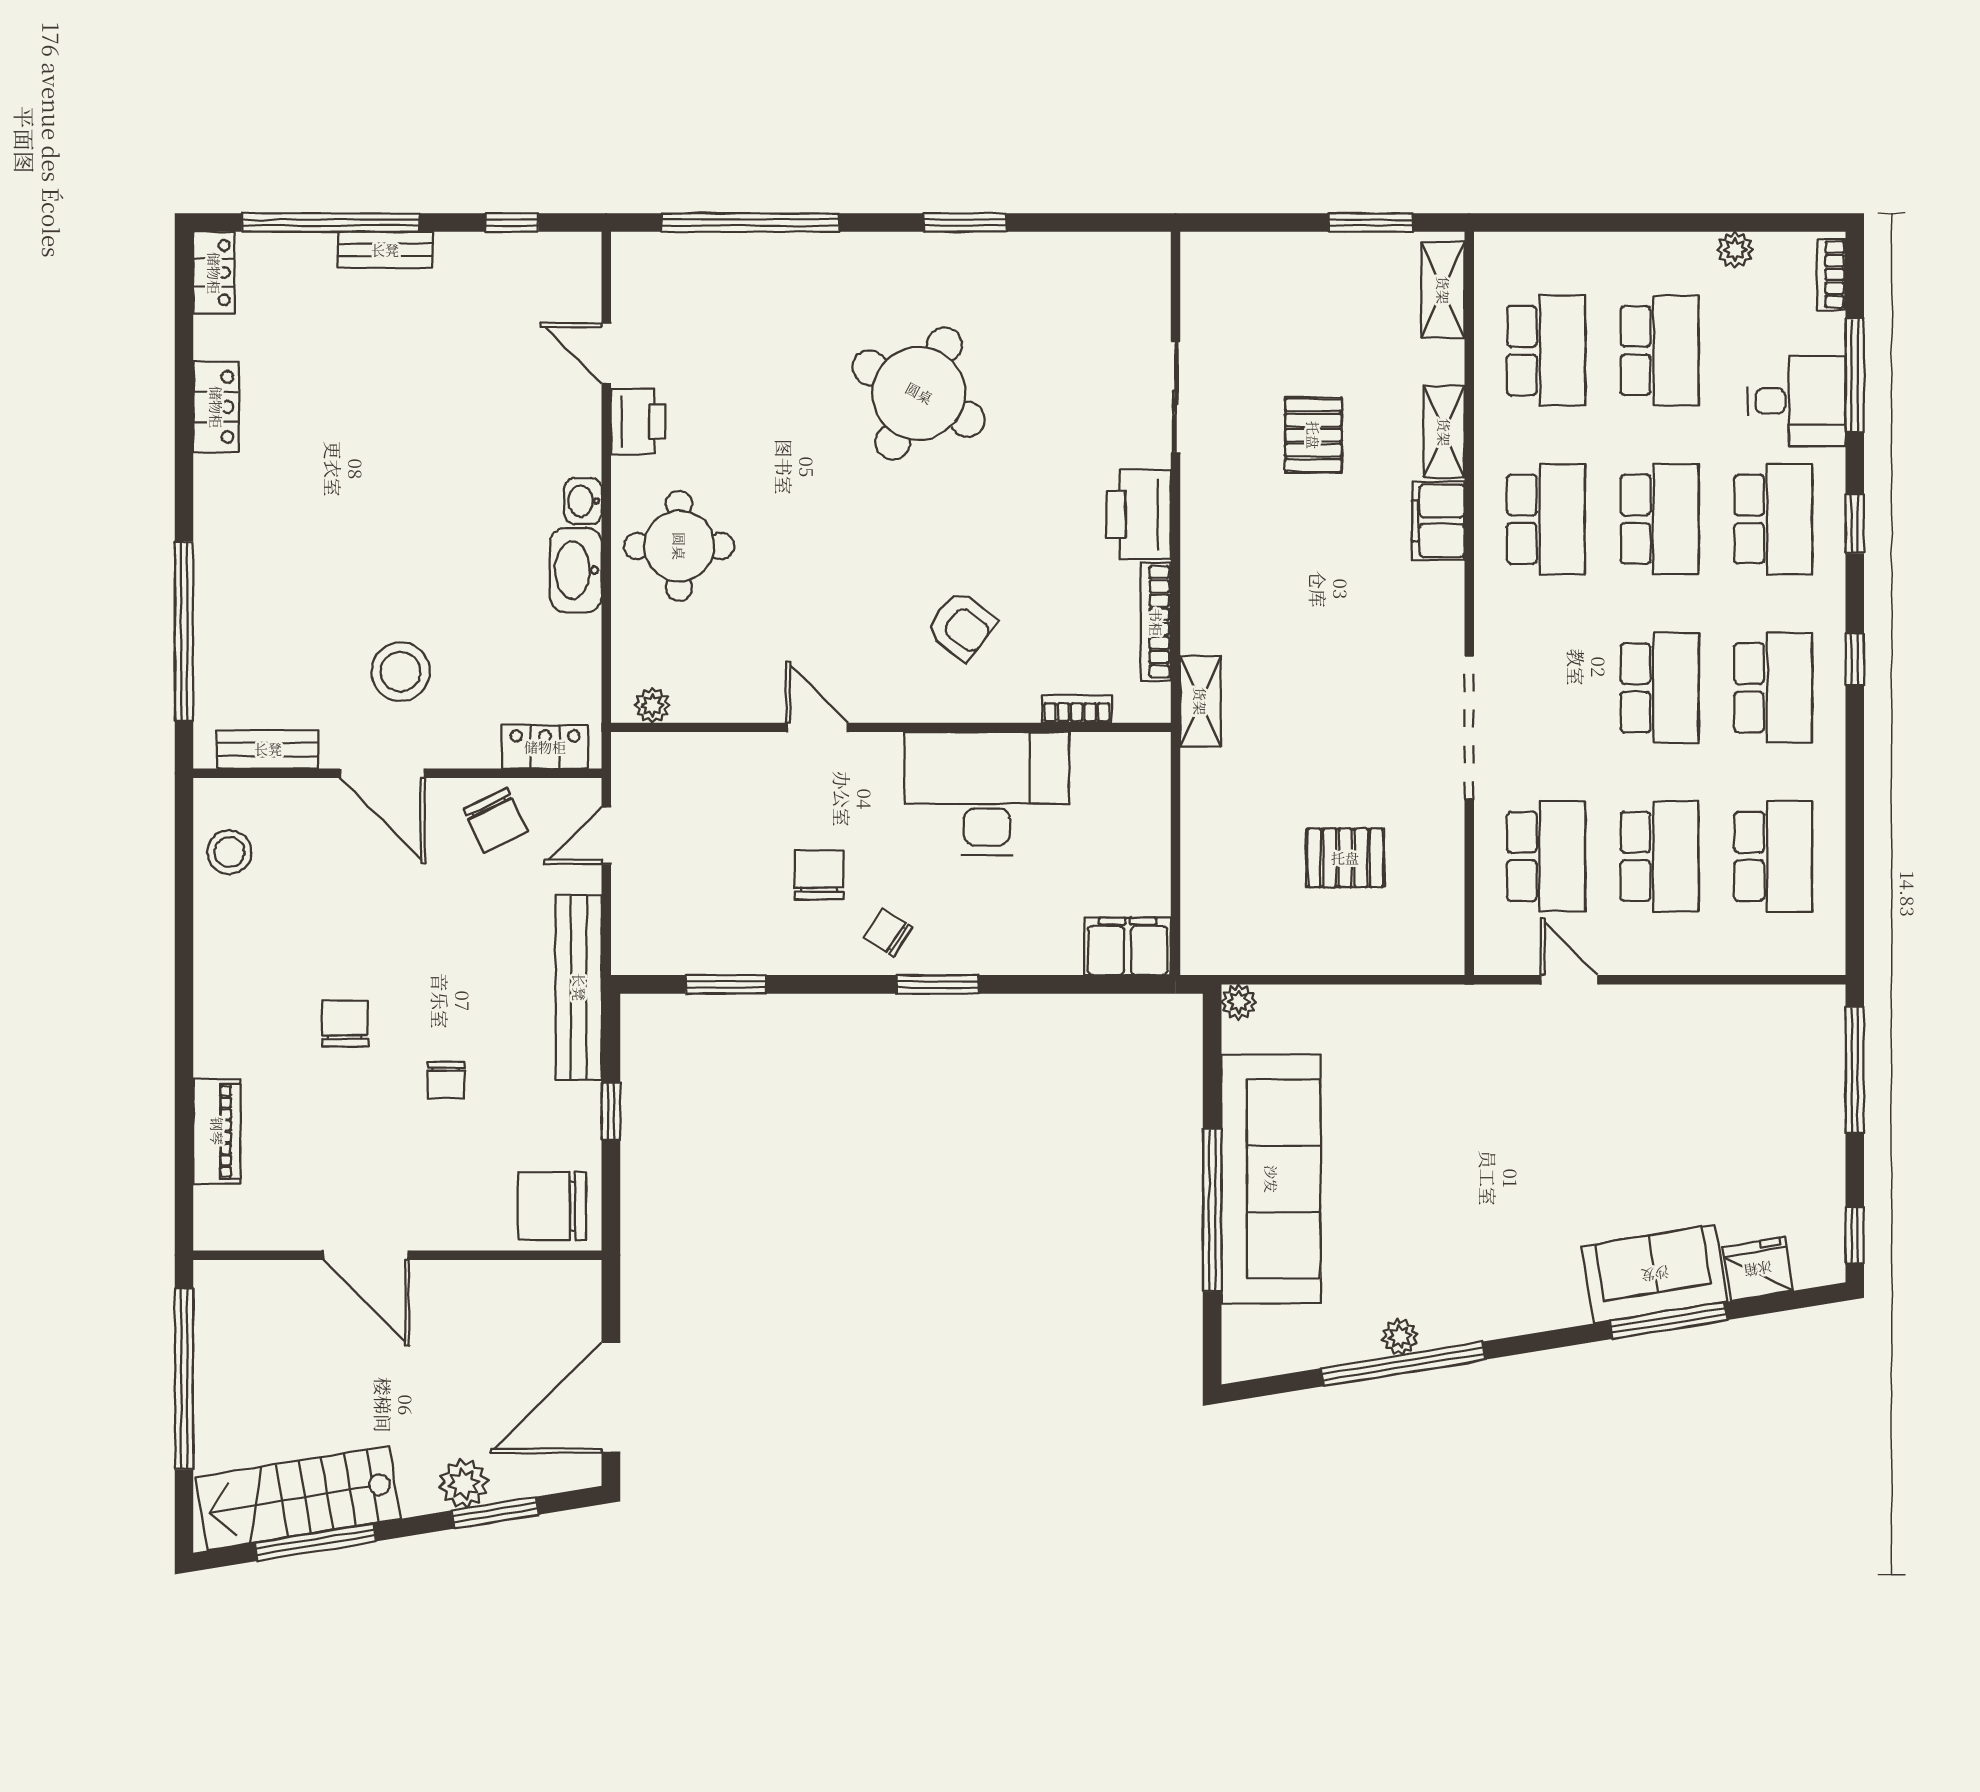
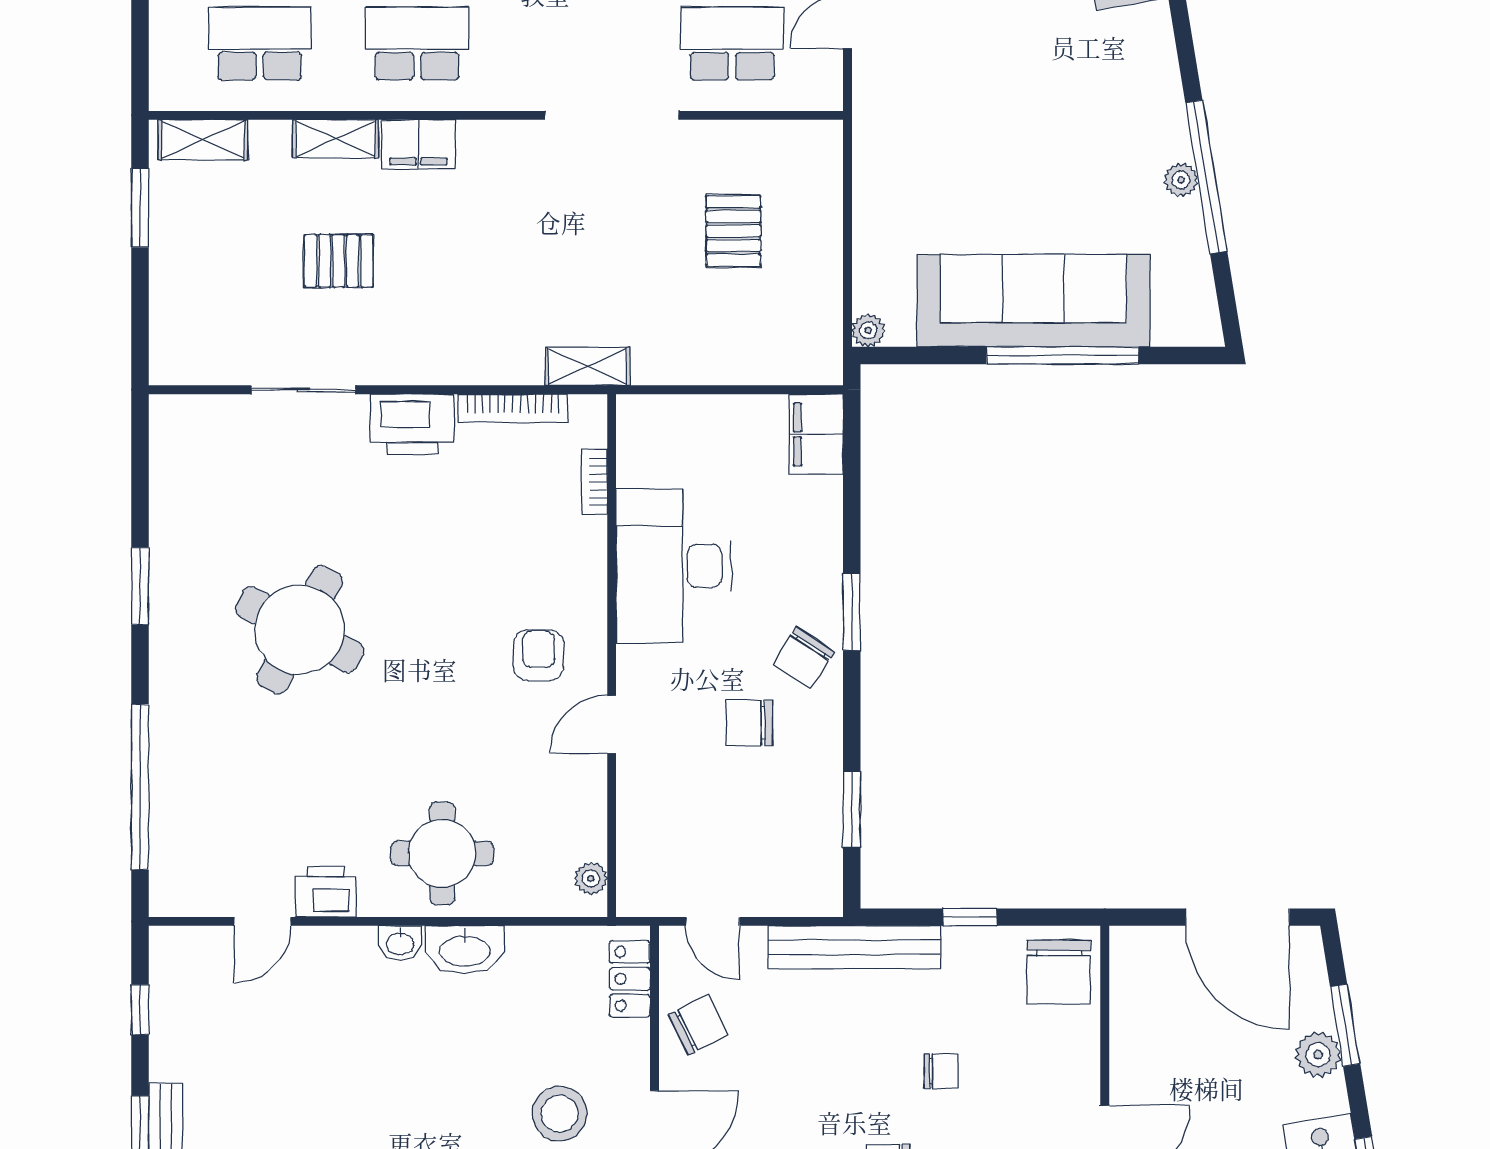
armchair: (961, 626) -> (539, 655), moved, turned -37
chair: (888, 932) -> (803, 658), width x1.37, depth x1.37

